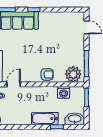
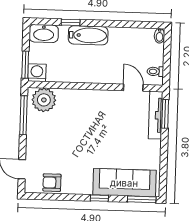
armchair: (47, 74) -> (52, 183), moved
door: (13, 84) -> (133, 88), swing flipped
washing machine: (64, 92) -> (37, 73), moved

